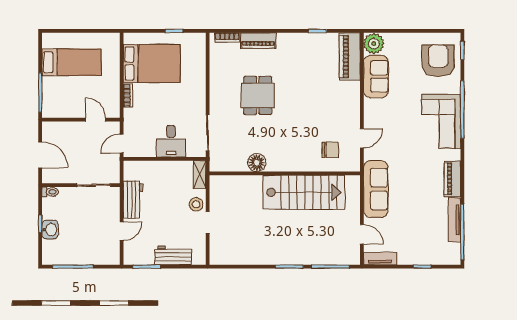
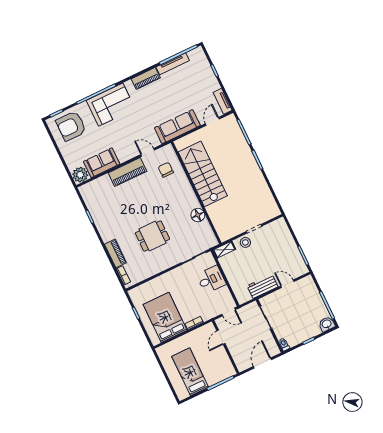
piano: (350, 56) -> (127, 172), moved
washbasin: (50, 230) -> (327, 324), moved
workbench: (173, 255) -> (287, 241), removed

